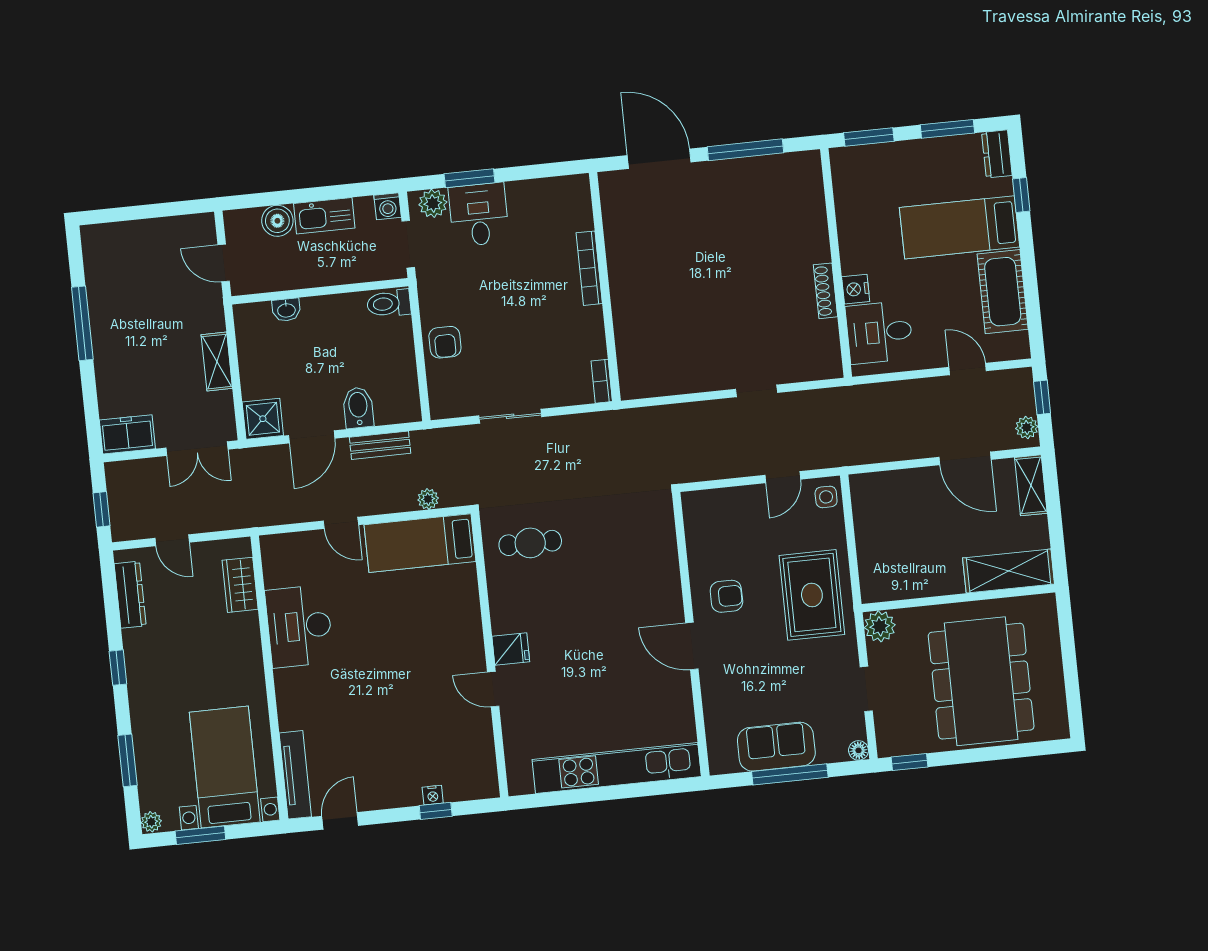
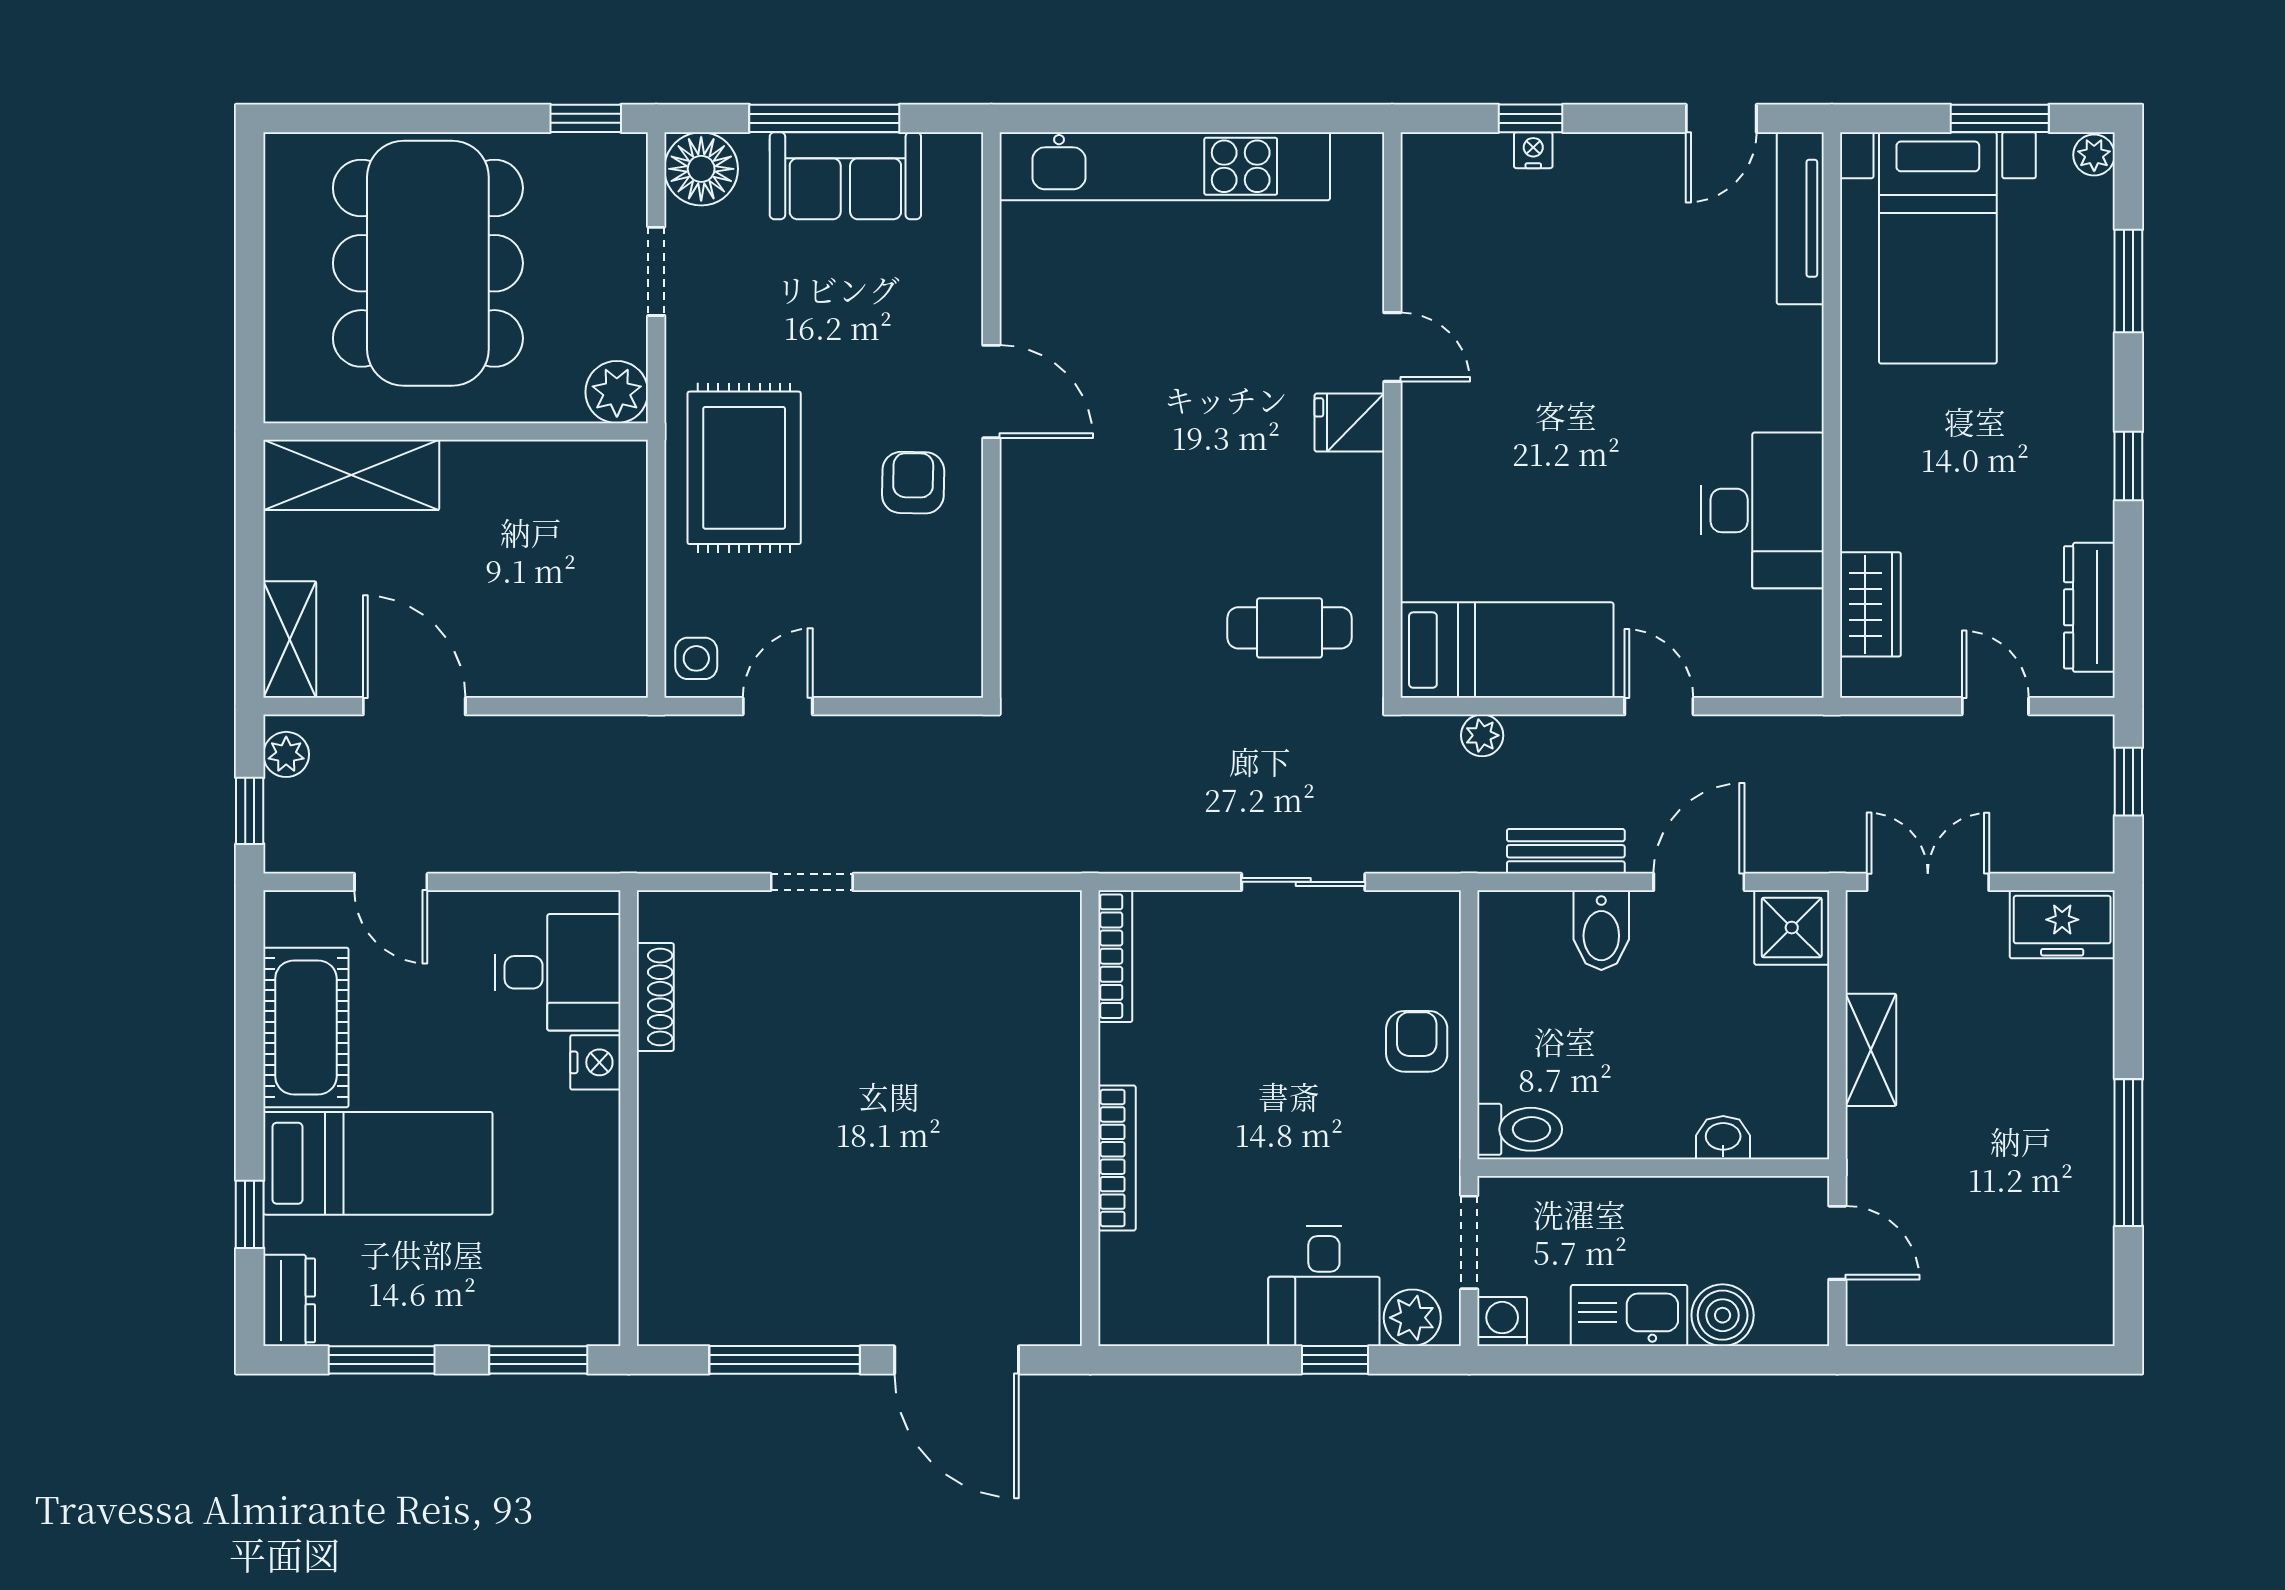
window: (469, 178) -> (1335, 1360), width x0.67
shoe rack: (825, 291) -> (655, 997), moved
bookcase: (602, 381) -> (1115, 956), width x1.56
armchair: (726, 596) -> (913, 483), turned 91
floor lamp: (859, 750) -> (701, 169), width x1.89, depth x1.89

